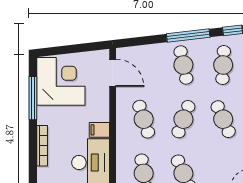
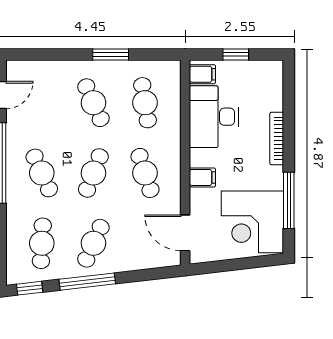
cafe table: (183, 65) -> (93, 243), turned 36
filing cabinet: (99, 130) -> (202, 177), moved

